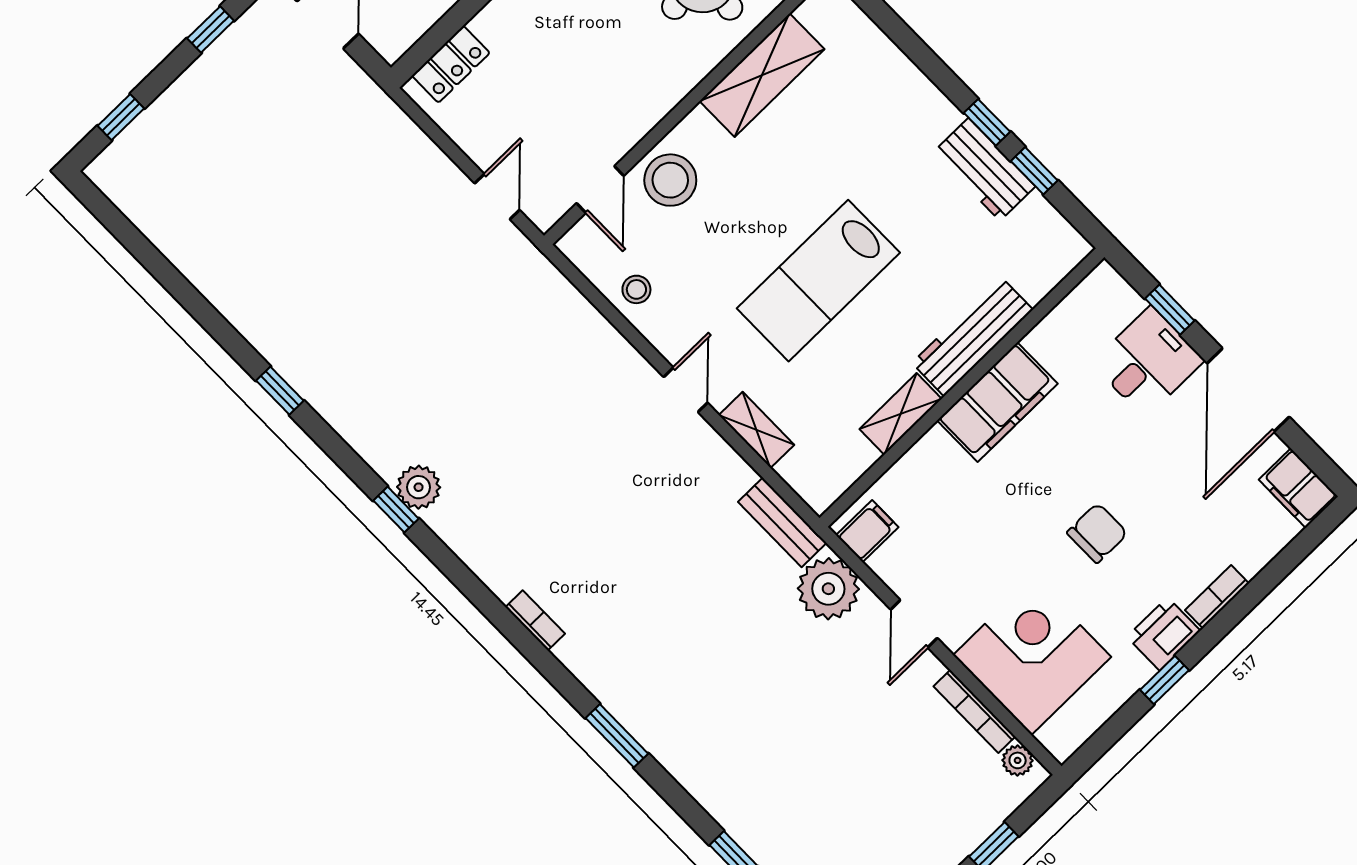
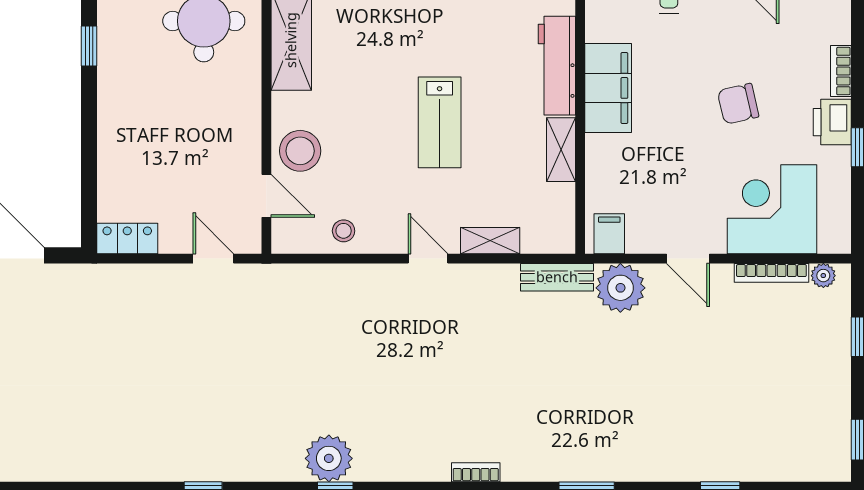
locker: (451, 64) -> (127, 239), moved, turned -90
lab bench: (818, 281) -> (440, 122), width x0.73, depth x0.72
plant: (419, 487) -> (329, 458), width x1.36, depth x1.36
chair: (1097, 533) -> (738, 104), turned -103

